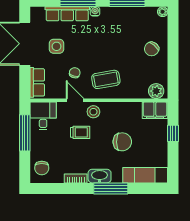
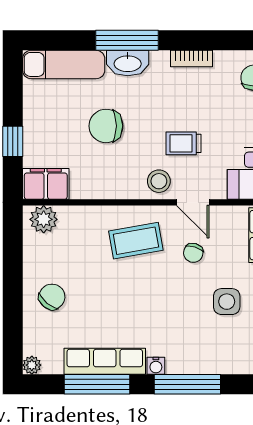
row of seats: (67, 14) -> (105, 361), moved
washbasin: (100, 176) -> (128, 63), moved

